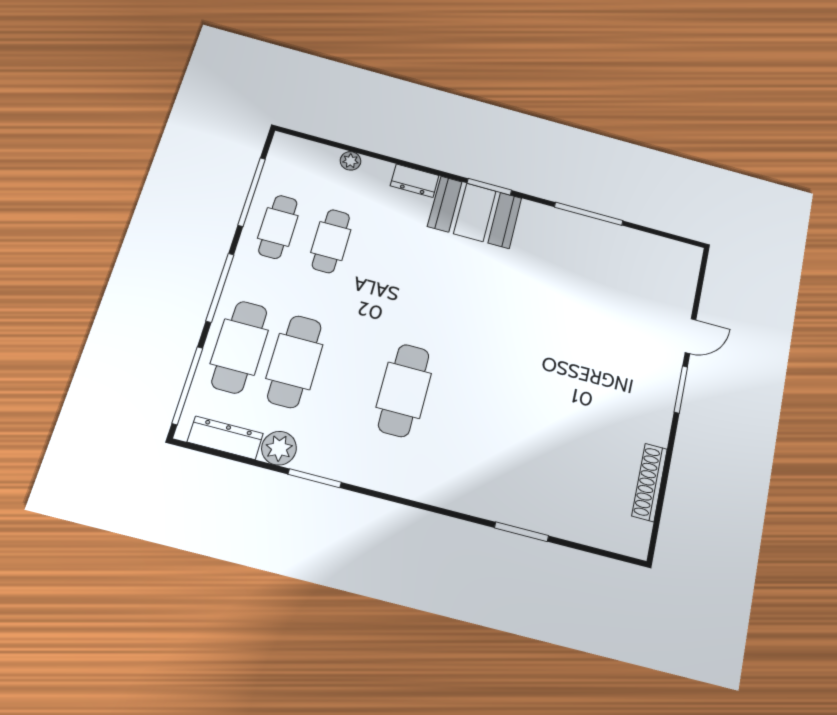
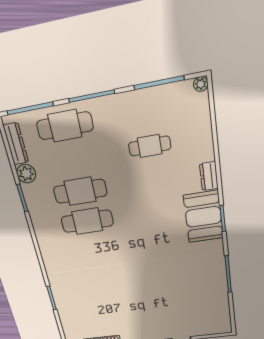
plant: (350, 161) -> (201, 84), moved
cafe table: (278, 227) -> (144, 111), removed
cafe table: (294, 361) -> (80, 191), moved

